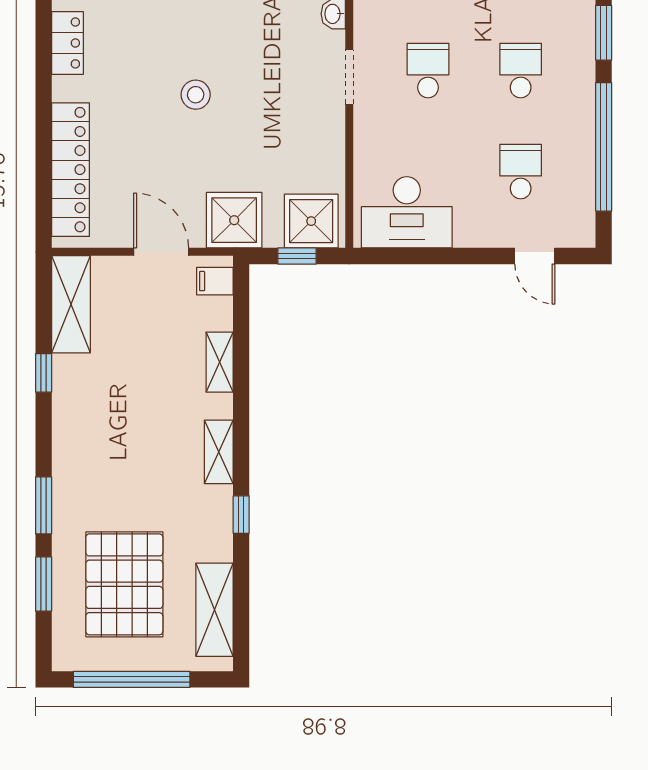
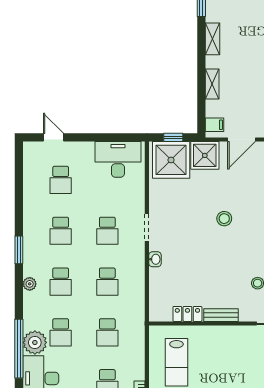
window: (604, 147) -> (19, 192), removed
shower: (311, 221) -> (171, 160), width x1.37, depth x1.37
door: (161, 252) -> (242, 140), hinge flipped

